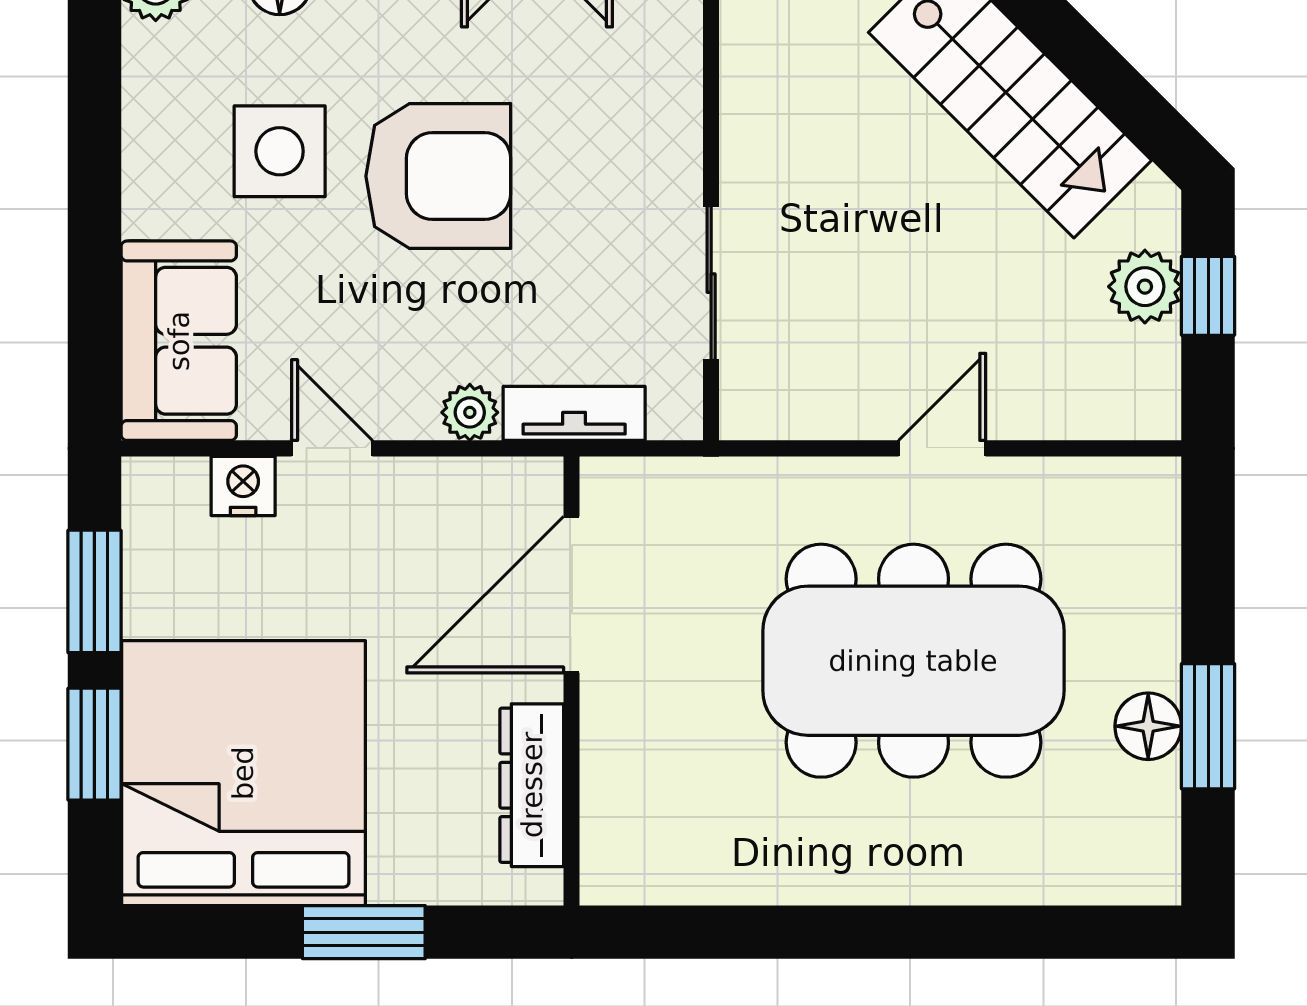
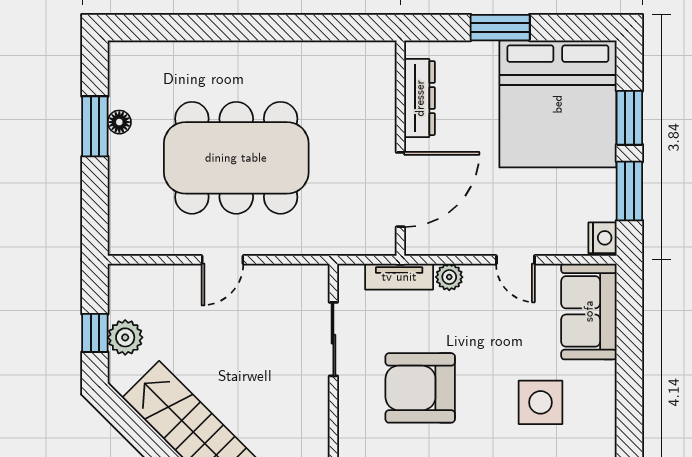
armchair: (438, 176) -> (420, 388), moved
nightstand: (243, 486) -> (602, 238), moved, turned -90
floor lamp: (1148, 726) -> (119, 122), width x0.73, depth x0.73

